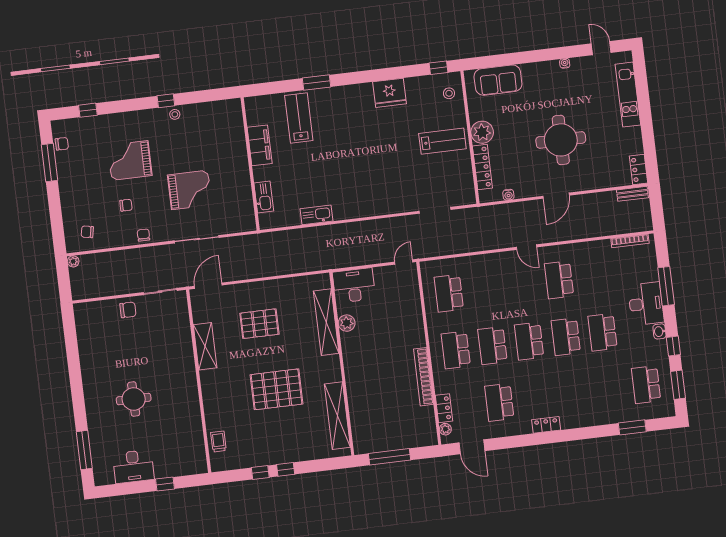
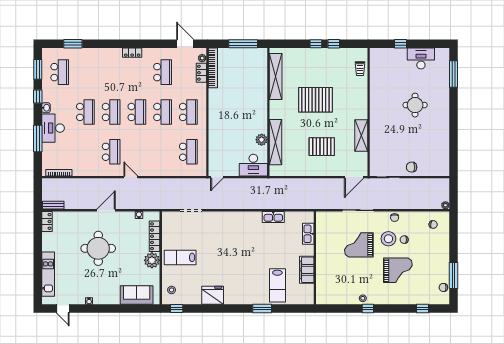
stool: (148, 204) -> (388, 239), added
bookcase: (423, 377) -> (213, 68), moved

